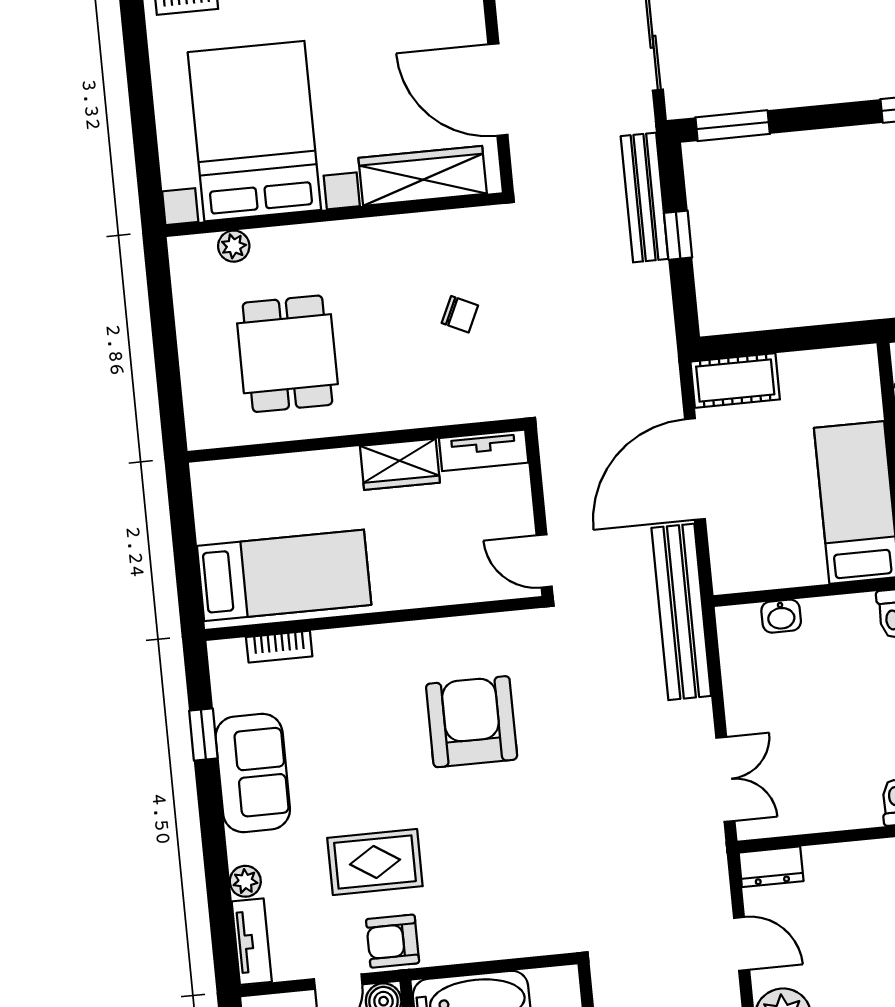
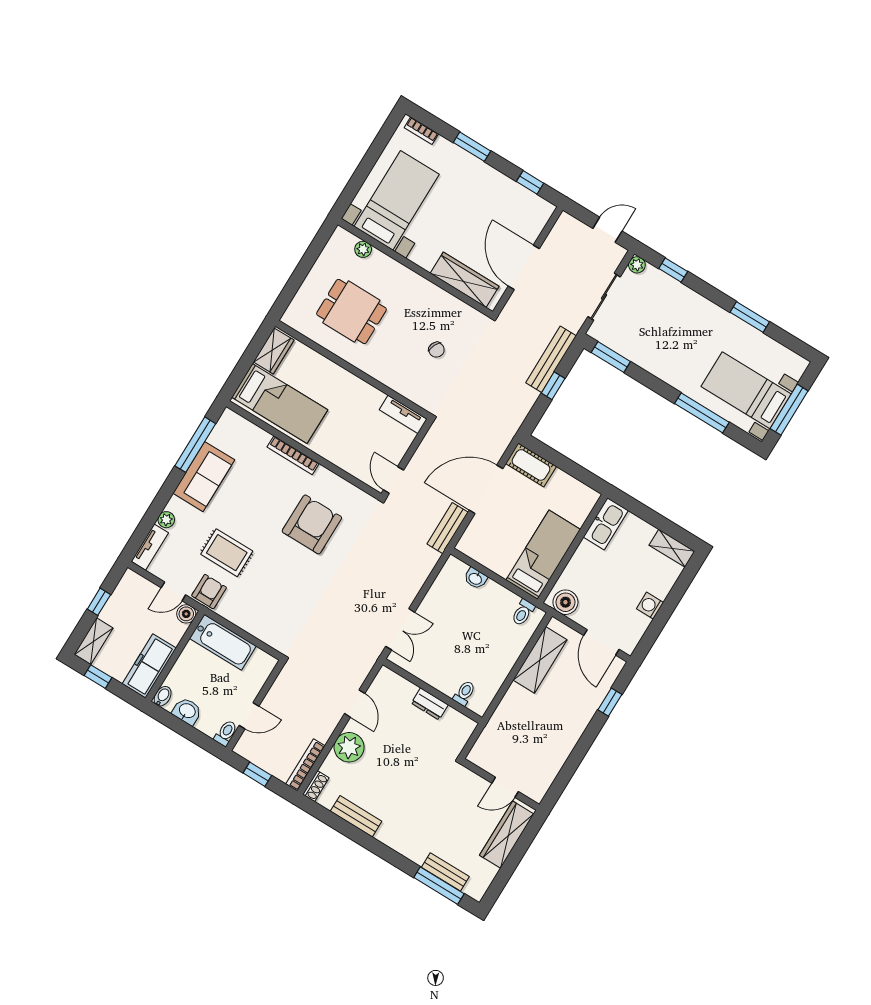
bed with nightstands: (254, 131) -> (397, 200), width x0.73
dining table: (287, 354) -> (351, 311), turned 90
wardrobe: (400, 464) -> (274, 351), moved, turned -90
bench: (681, 612) -> (448, 528), width x0.54, depth x0.82
bookcase: (279, 647) -> (293, 455), moved, width x1.56
window: (203, 734) -> (195, 445), width x2.17
dresser: (771, 867) -> (430, 704), moved
armchair: (393, 941) -> (209, 592), turned 90

